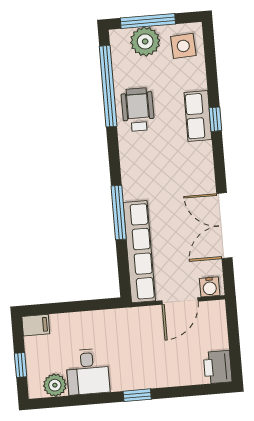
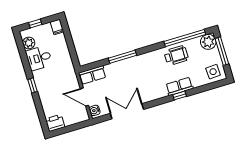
plant: (145, 41) -> (208, 42), moved
row of seats: (139, 252) -> (92, 75), width x0.50

